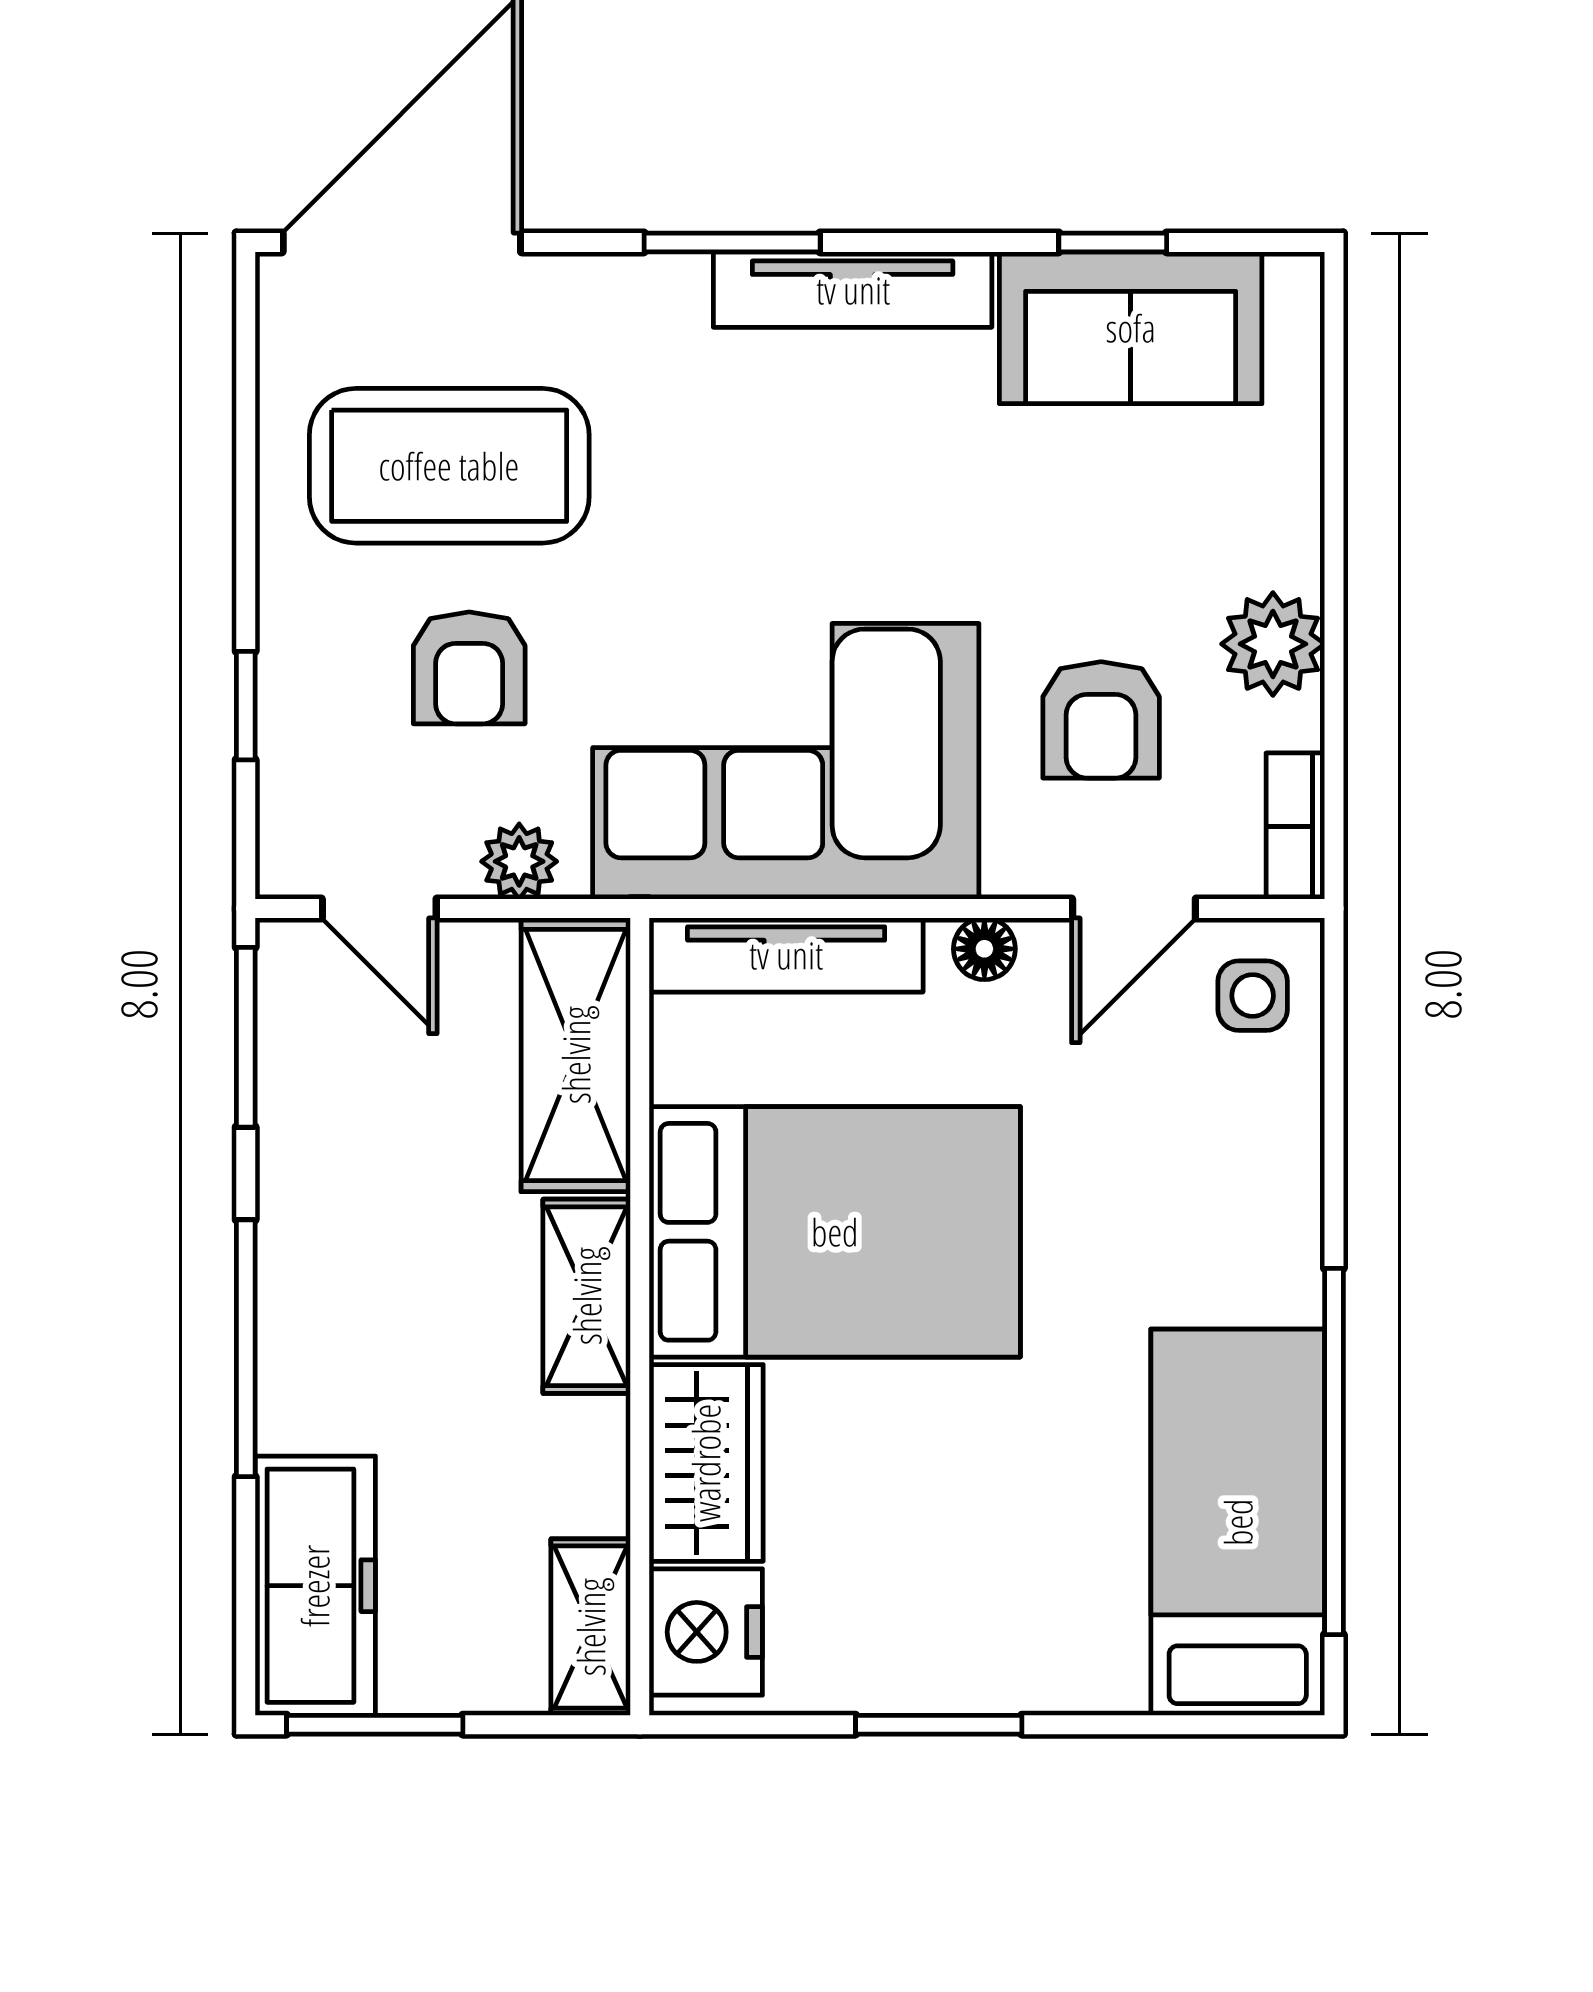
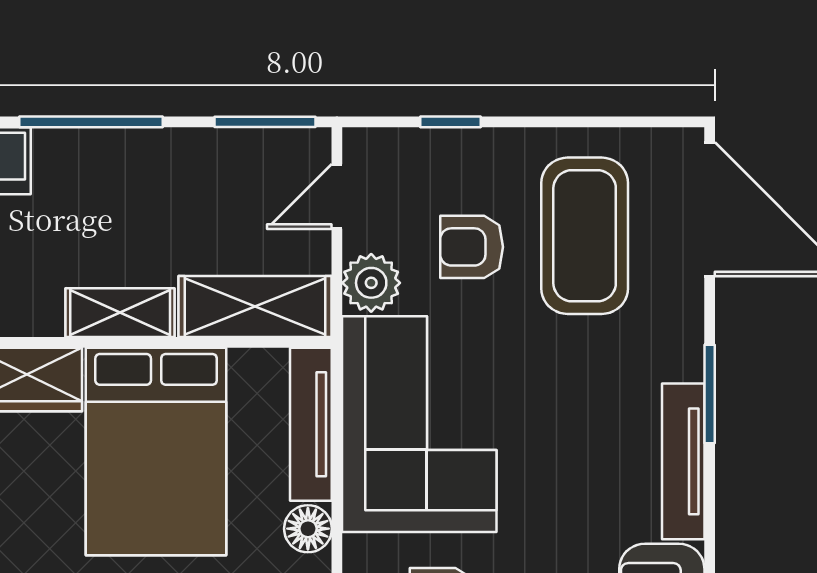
plant: (519, 861) -> (371, 283), width x1.38, depth x1.38
floor lamp: (984, 949) -> (308, 529), width x1.37, depth x1.37

